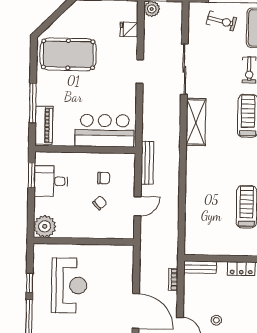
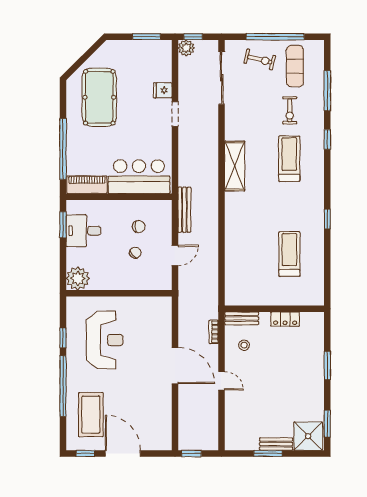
fridge: (129, 29) -> (163, 90), moved
pool table: (68, 54) -> (99, 97), turned 90
sliding door: (184, 69) -> (222, 78), moved
window: (33, 103) -> (63, 149), width x1.46
piano: (44, 125) -> (87, 185), moved, turned -90
stool: (216, 320) -> (244, 345), moved

